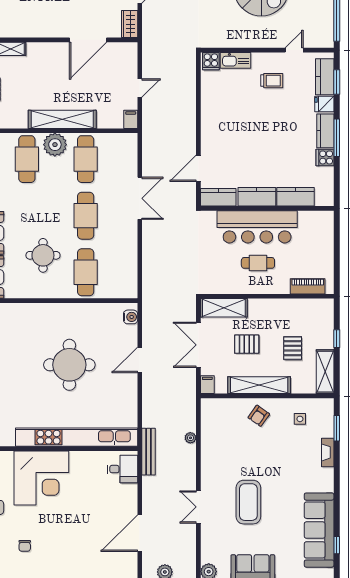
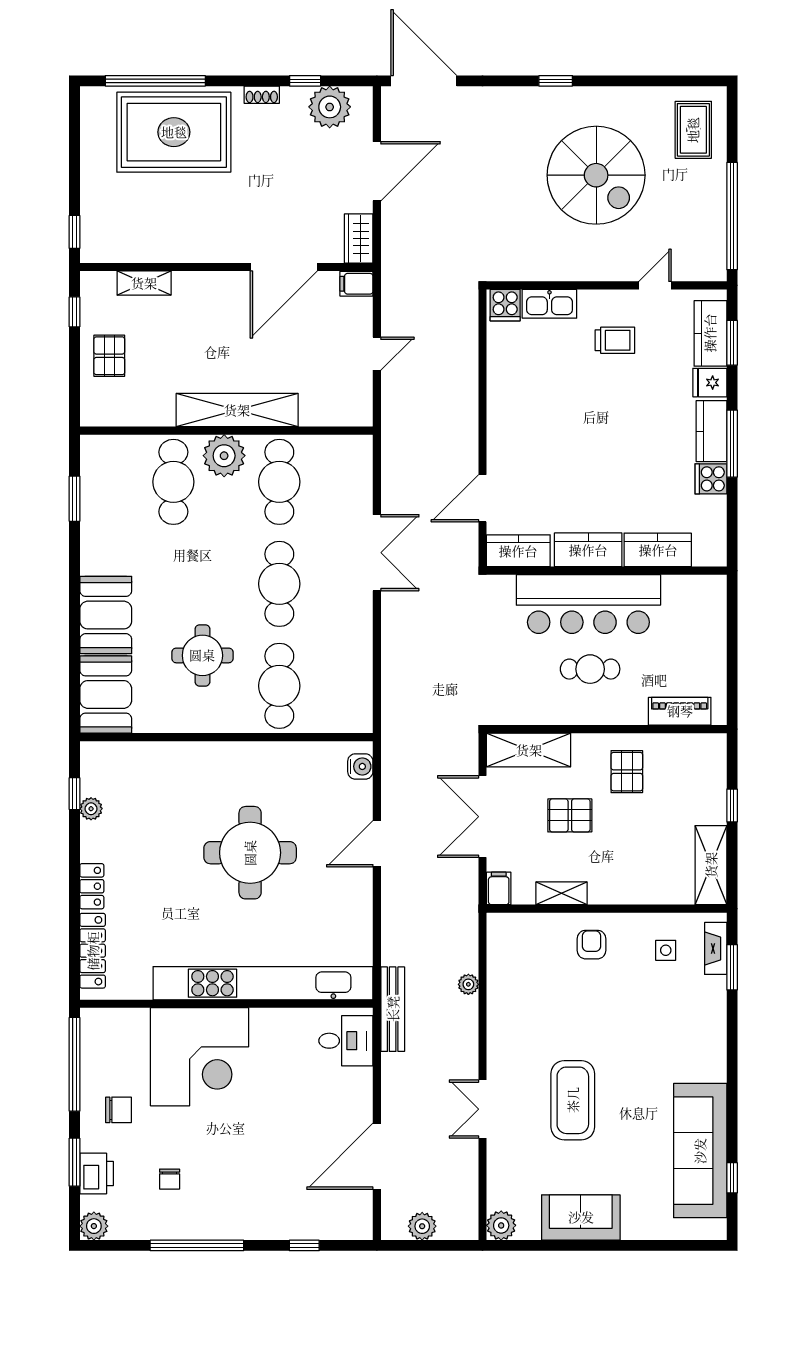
filing cabinet: (131, 119) -> (356, 284), moved, turned -90
pallet: (293, 348) -> (627, 772), moved
shelving: (259, 385) -> (561, 893), width x0.45, depth x0.75
armchair: (259, 416) -> (591, 945), turned 145
fireplace: (328, 452) -> (716, 948), moved

